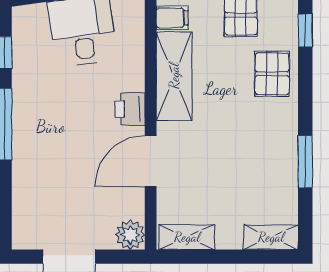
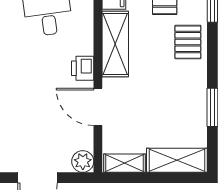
door: (151, 161) -> (98, 107), hinge flipped
shelving: (271, 237) -> (177, 160), width x1.50, depth x1.33

